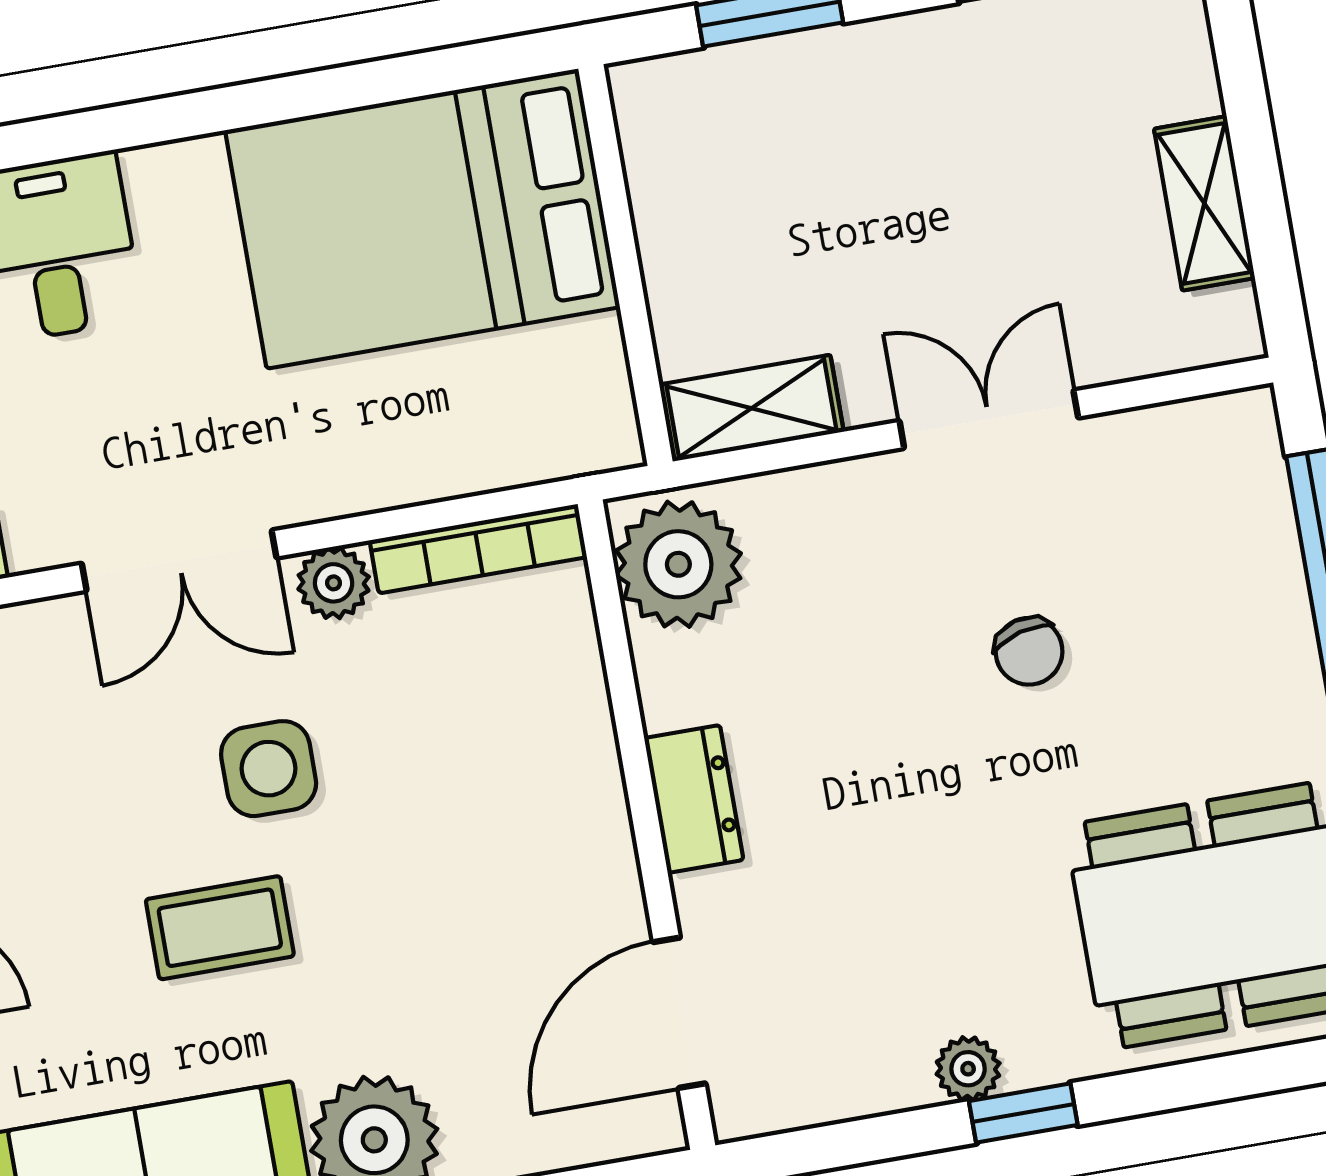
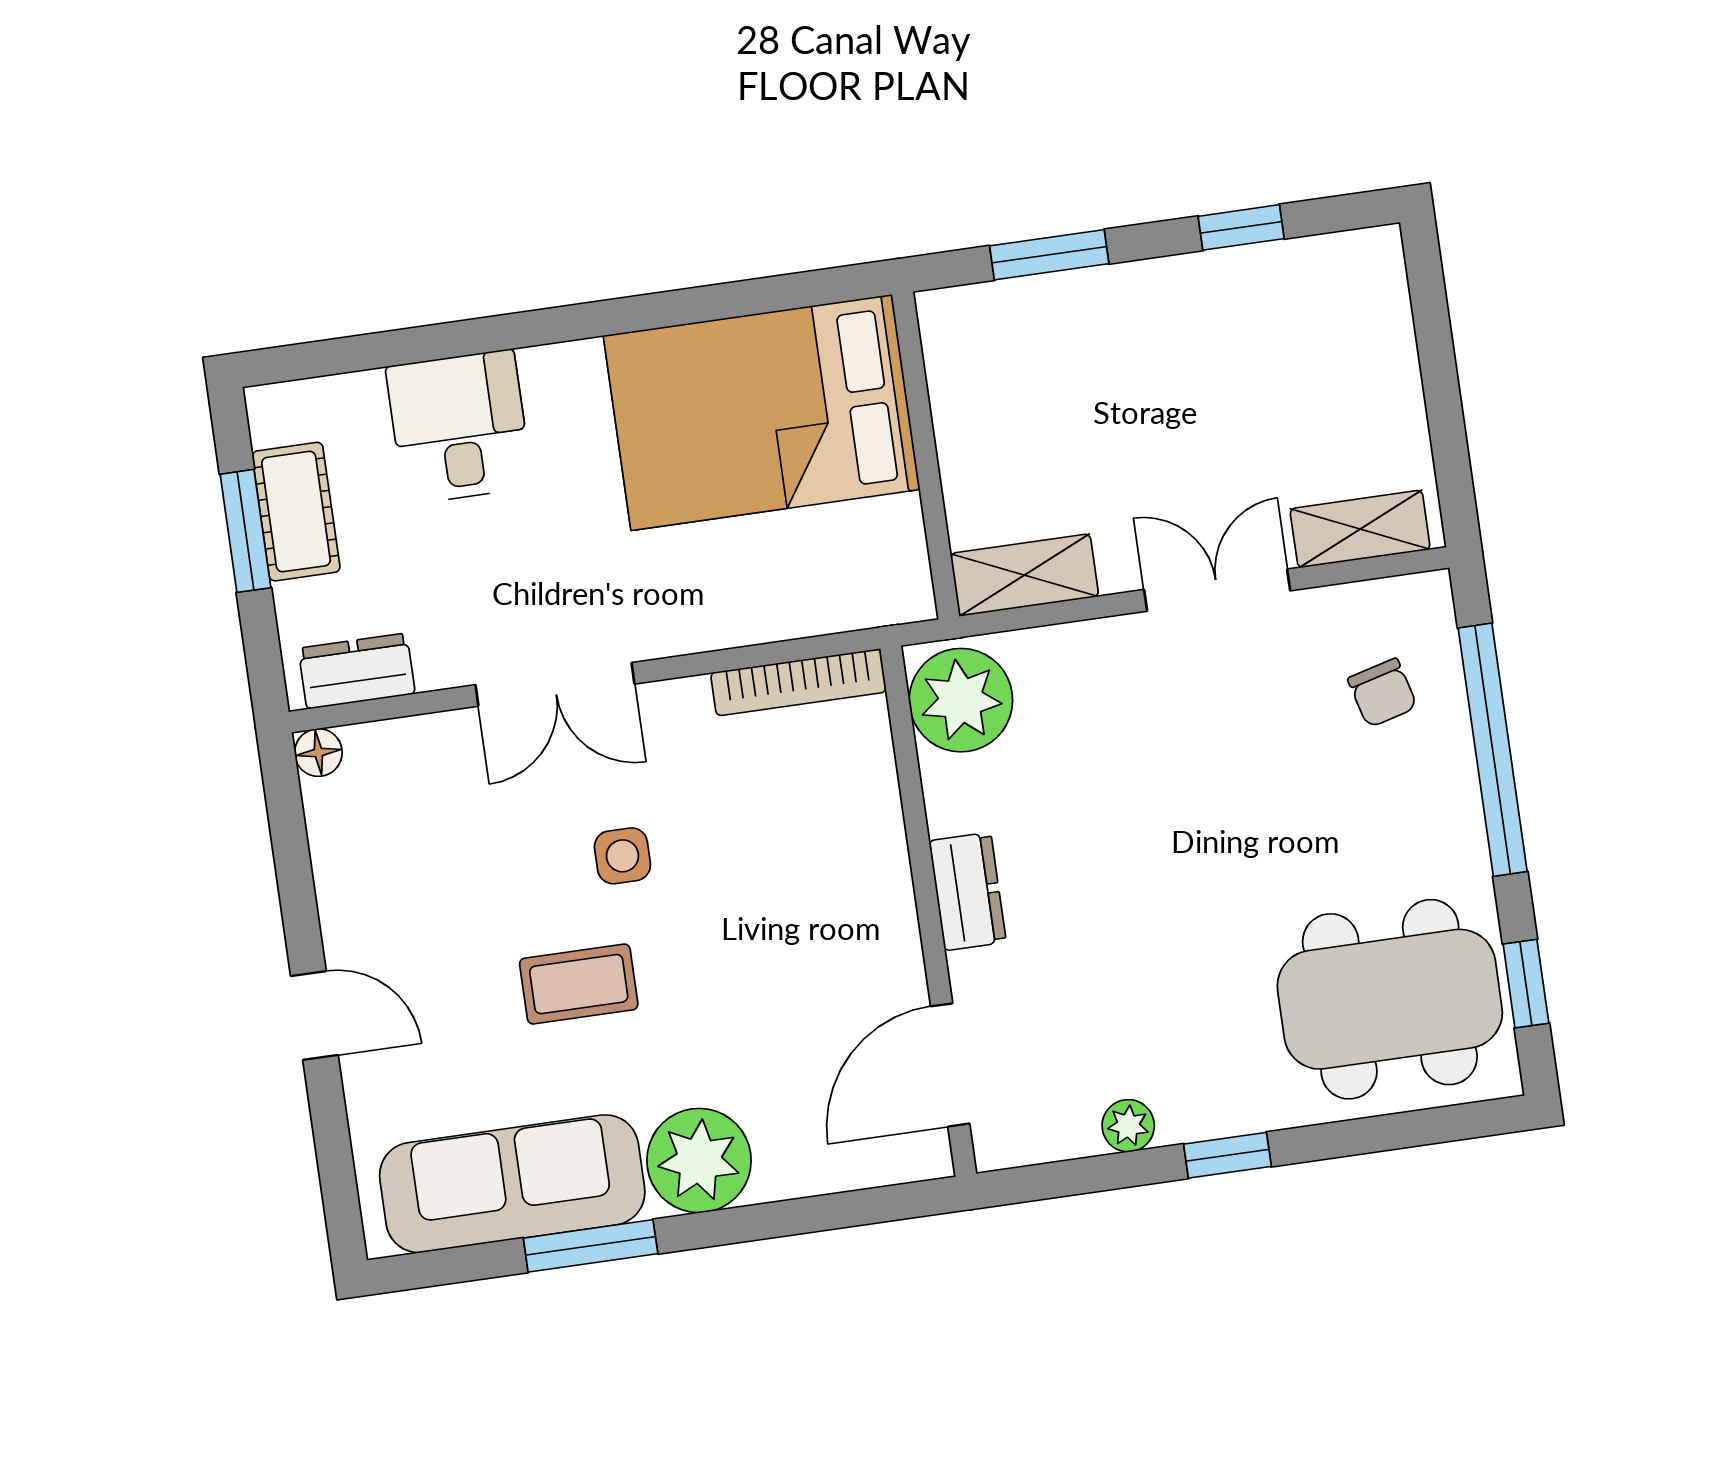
shelving: (1204, 203) -> (1360, 529), moved, turned 90
plant: (334, 583) -> (680, 706), removed
chair: (1029, 651) -> (1382, 693), moved
side table: (269, 769) -> (622, 856), width x0.73, depth x0.73
plant: (968, 1069) -> (1128, 1126), moved

